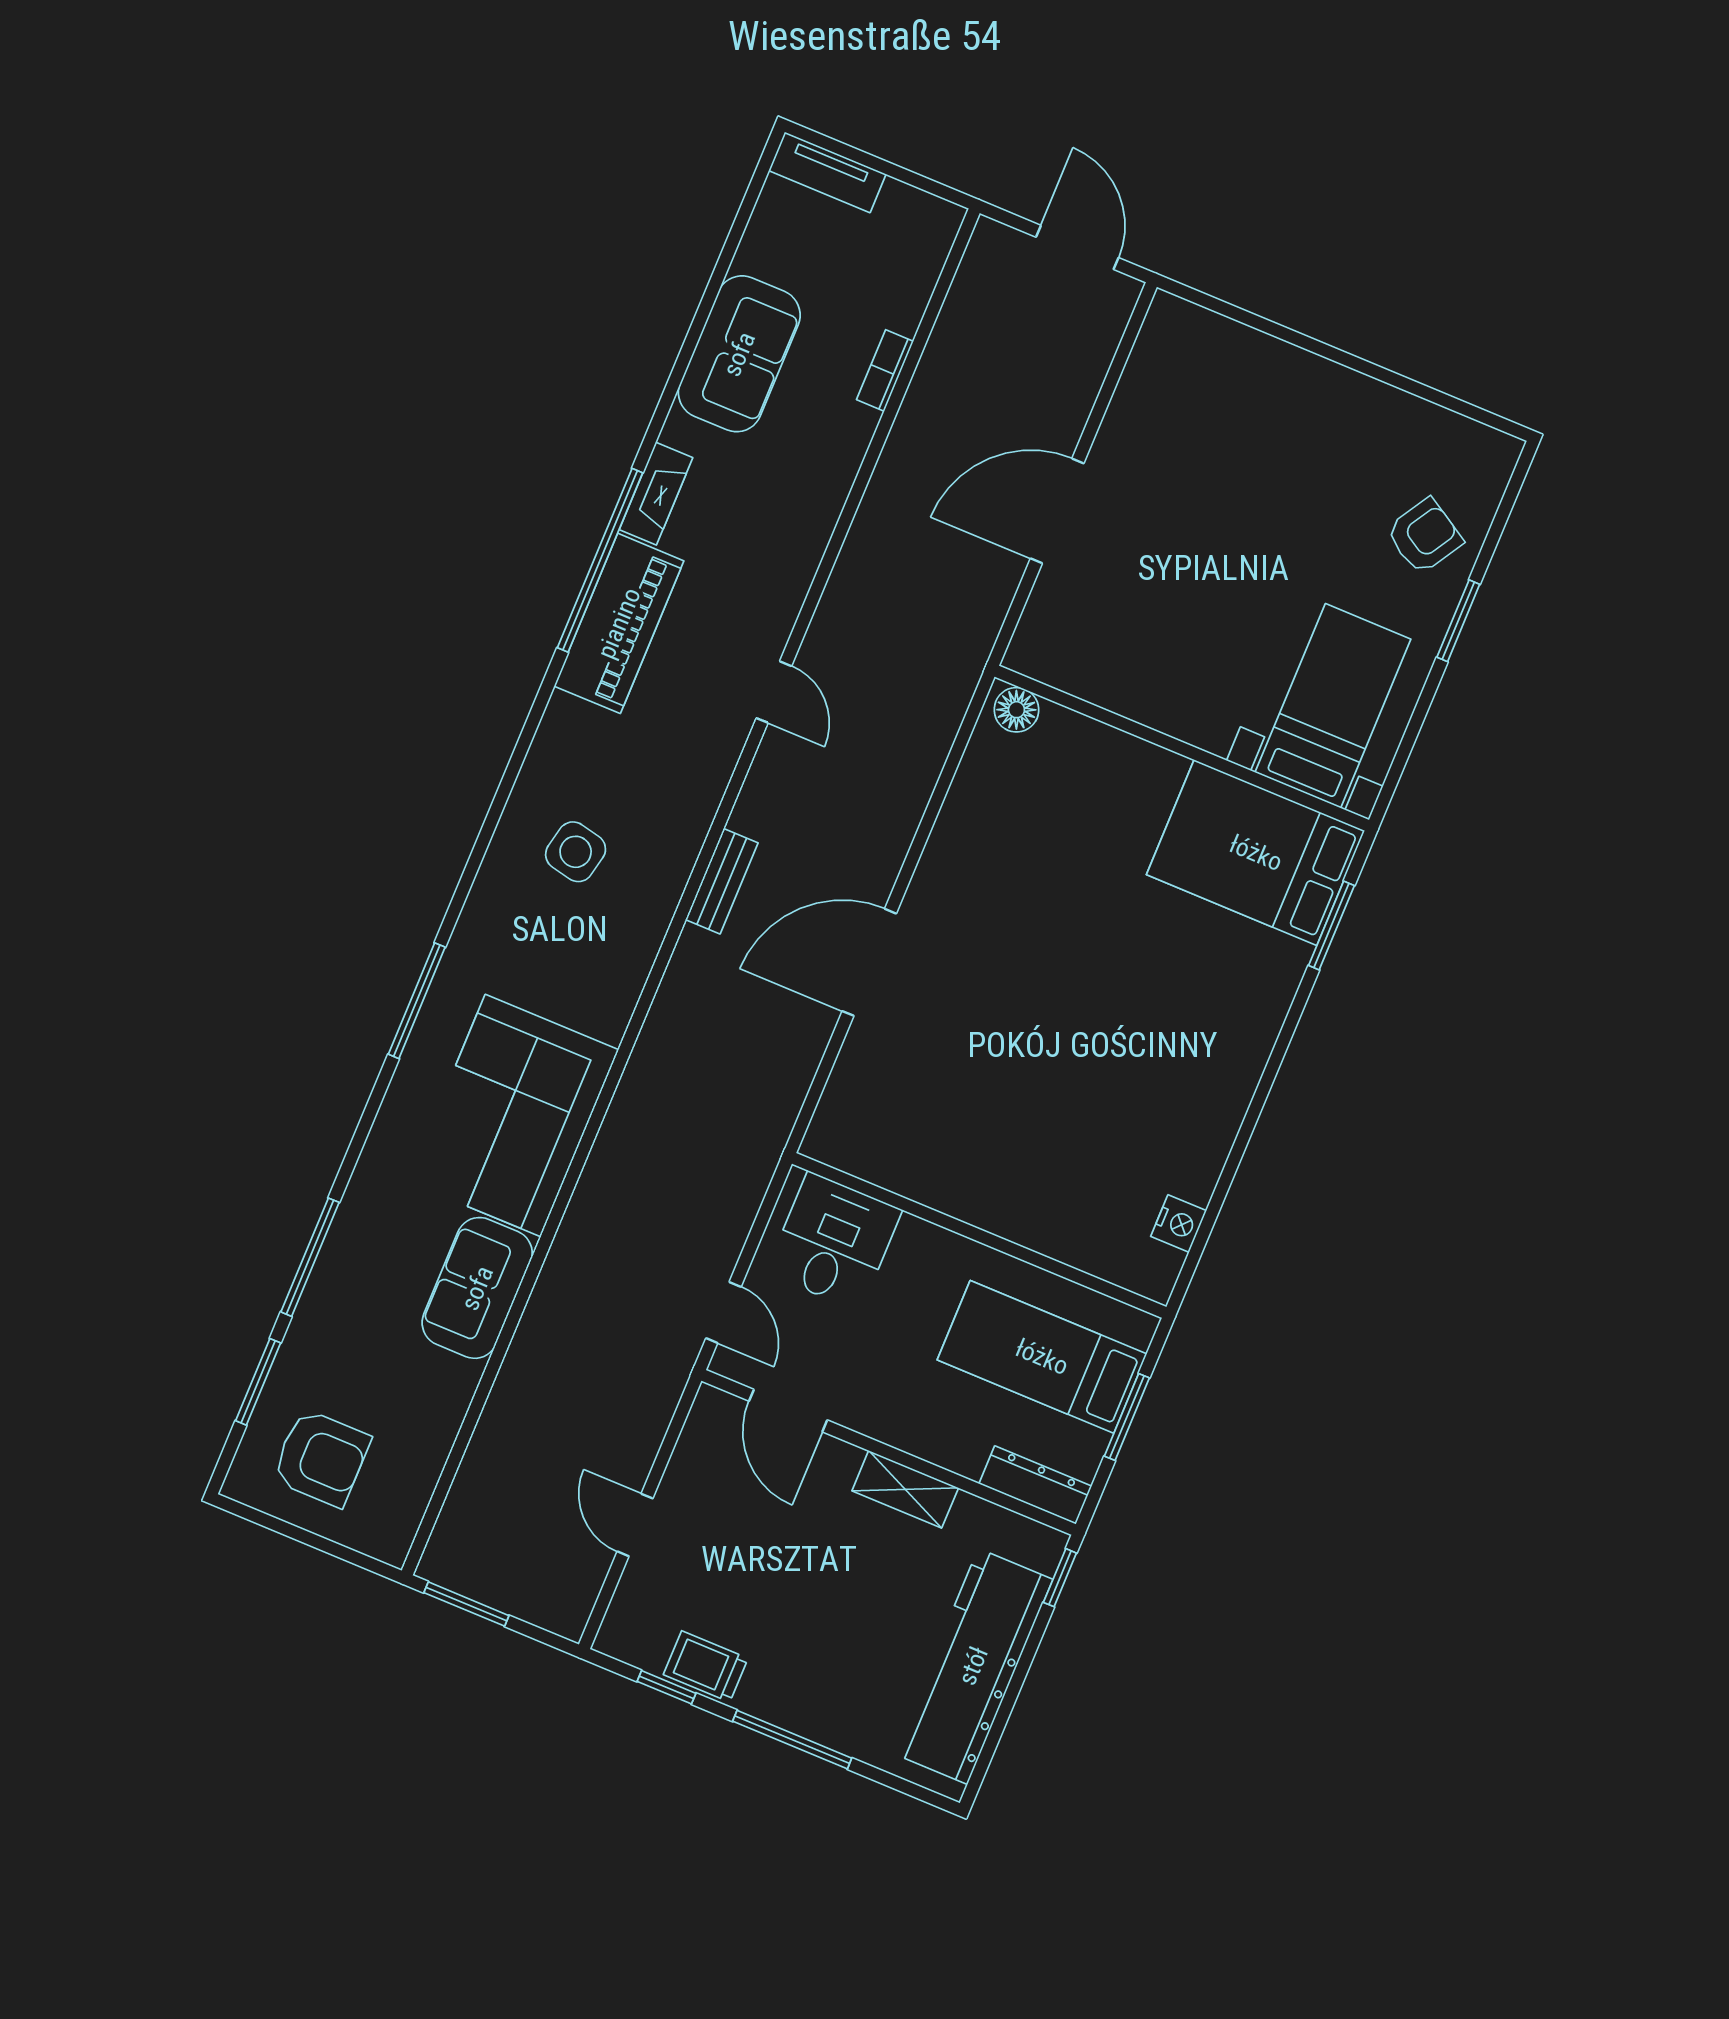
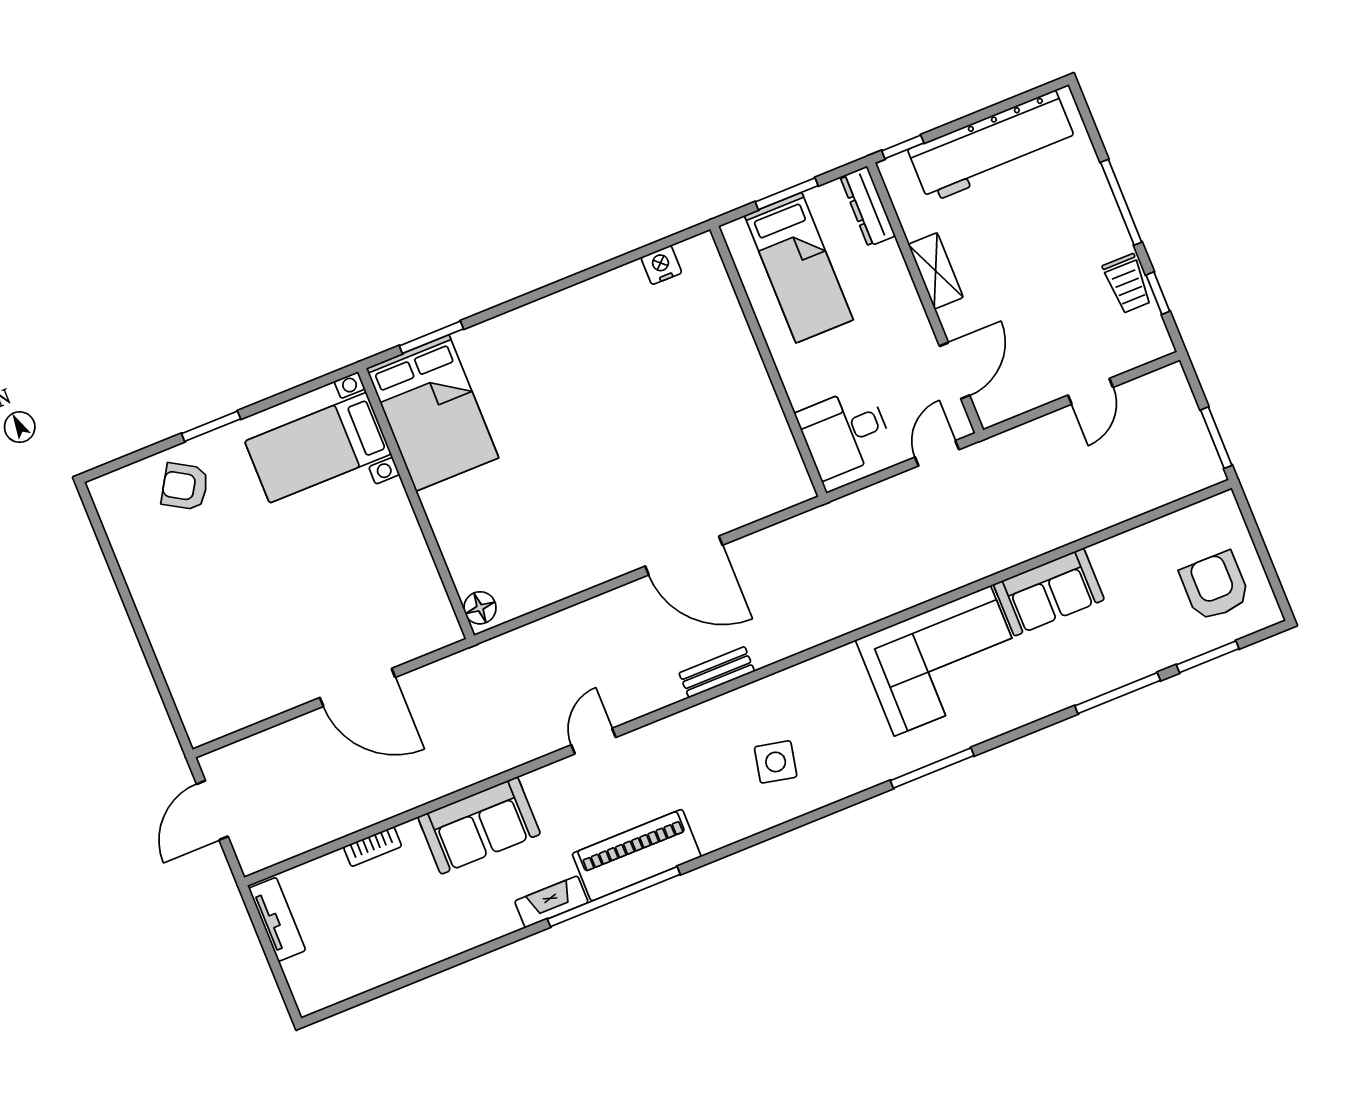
tv unit: (827, 172) -> (277, 919), moved
sofa: (739, 354) -> (479, 825), moved, turned 180

